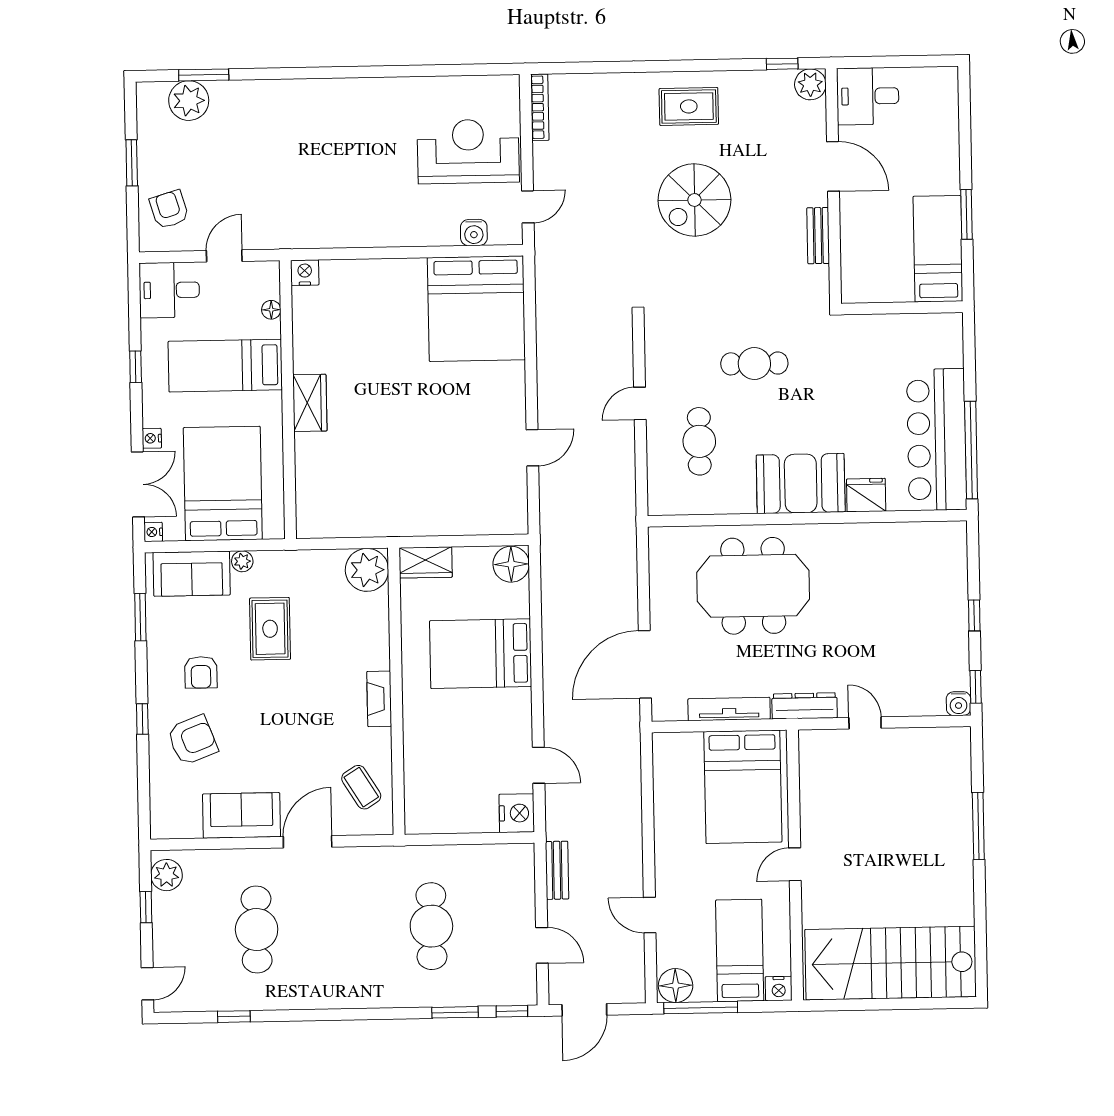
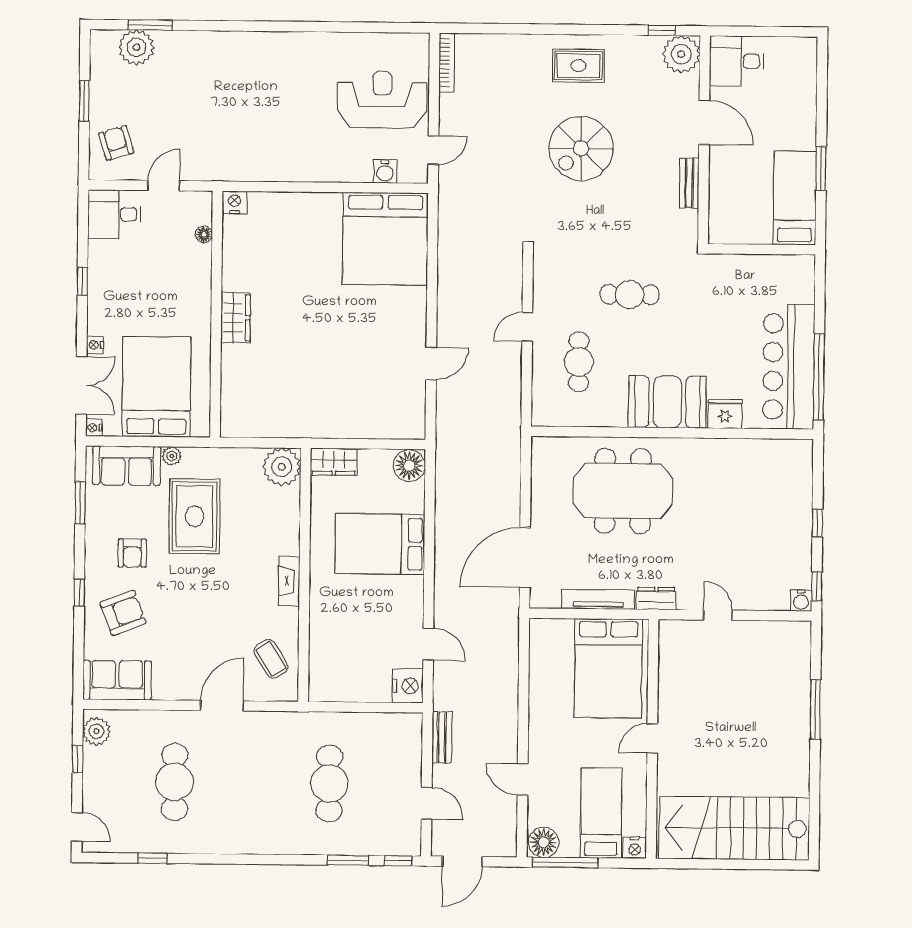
plant: (810, 84) -> (681, 54), width x1.36, depth x1.36
bed: (225, 366) -> (162, 283), removed
rug: (270, 629) -> (194, 516), width x1.36, depth x1.43
dresser: (805, 706) -> (656, 598), width x0.70
sofa: (242, 815) -> (117, 680), moved
door: (147, 984) -> (77, 827), hinge flipped

